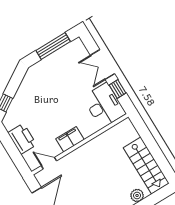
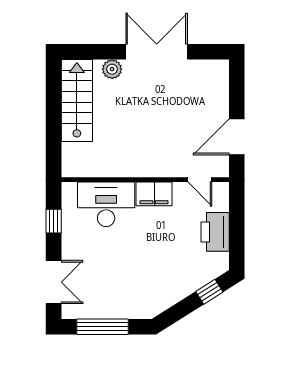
double door: (103, 65) -> (54, 282), moved
desk: (104, 105) -> (106, 204), moved, turned 90

